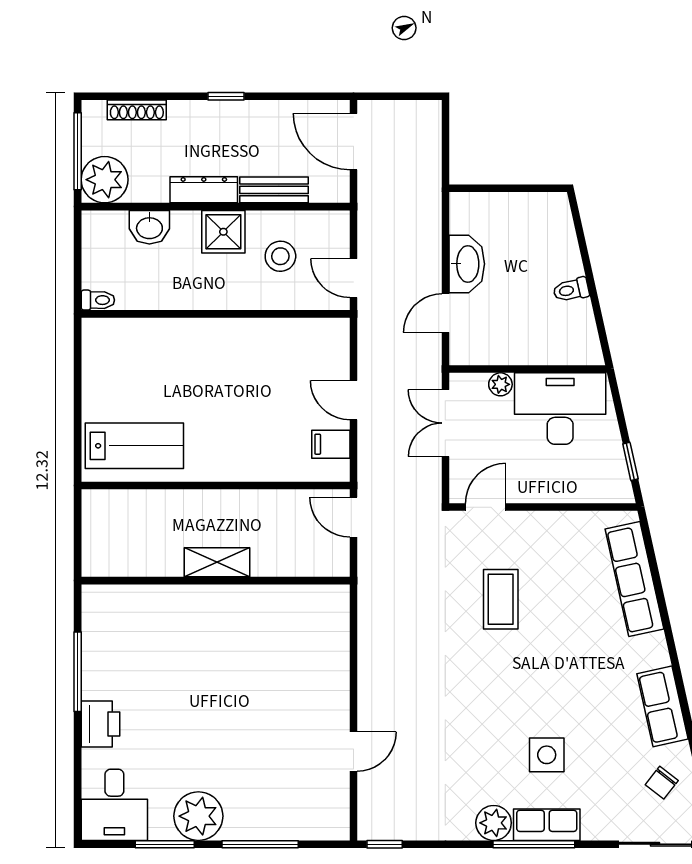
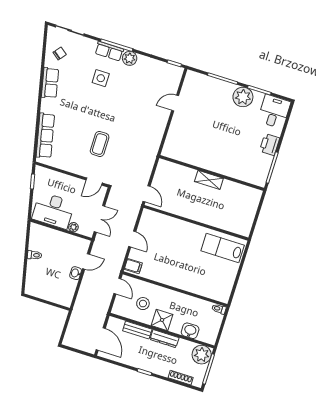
washbasin: (467, 264) -> (76, 273), width x0.52, depth x0.69
filing cabinet: (331, 444) -> (133, 266), moved
shelving: (217, 562) -> (209, 180), moved
wall: (216, 581) -> (212, 173), moved

